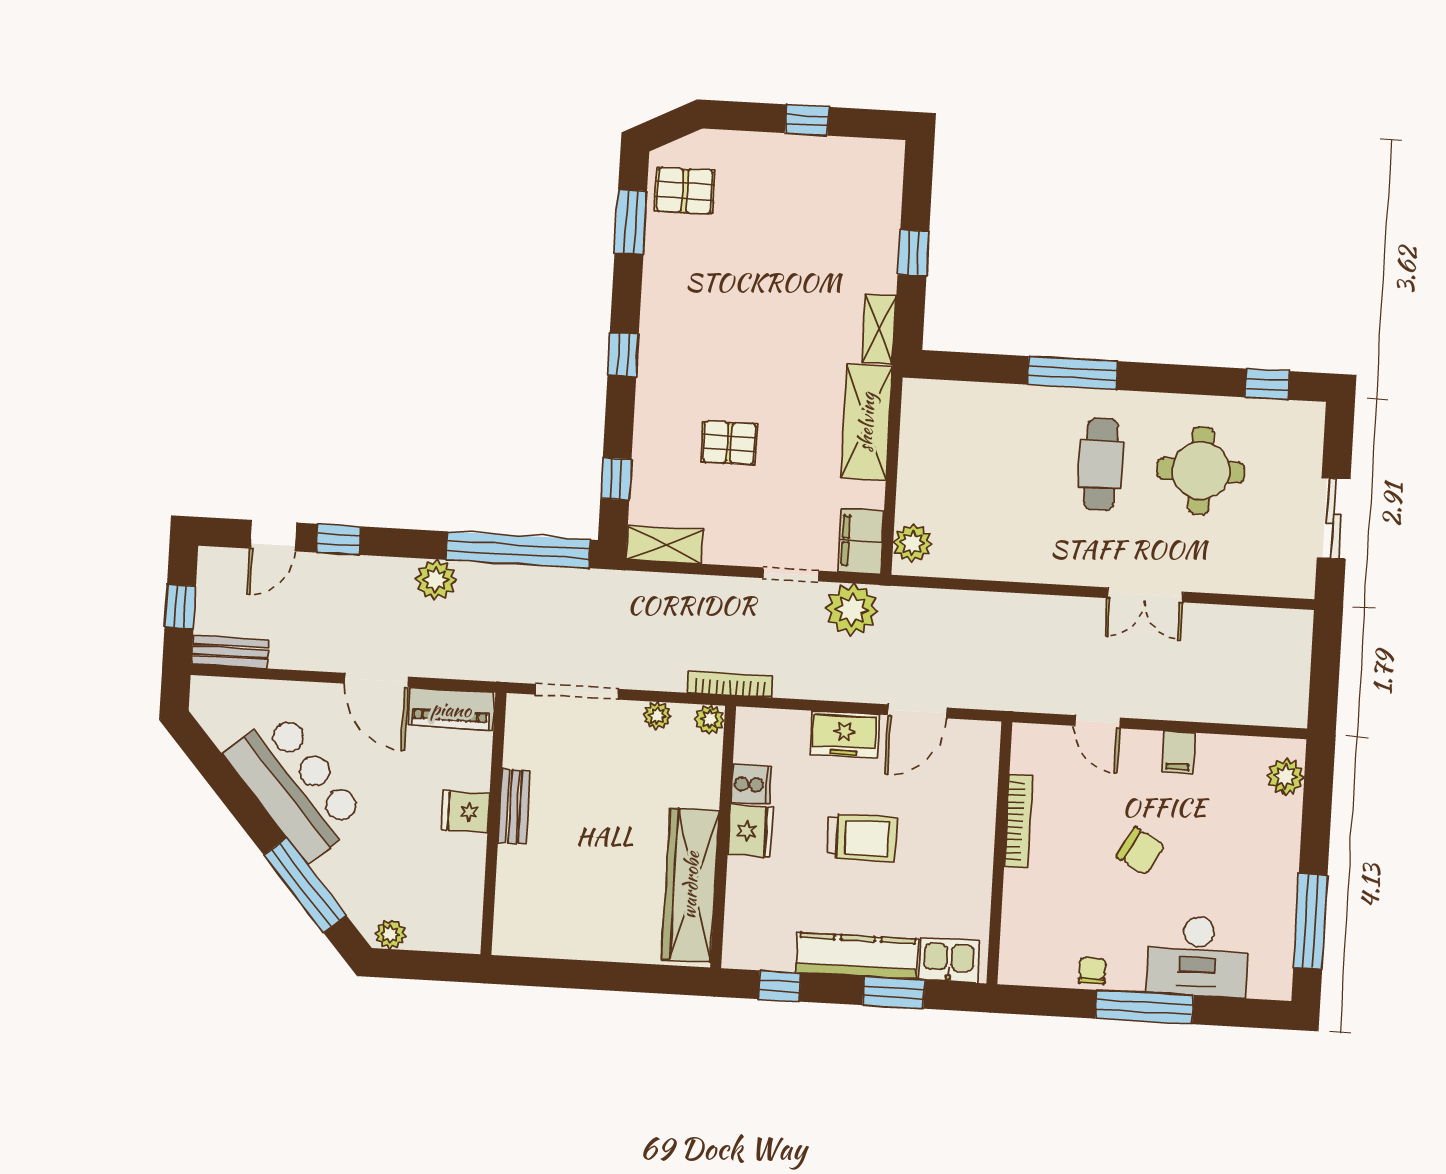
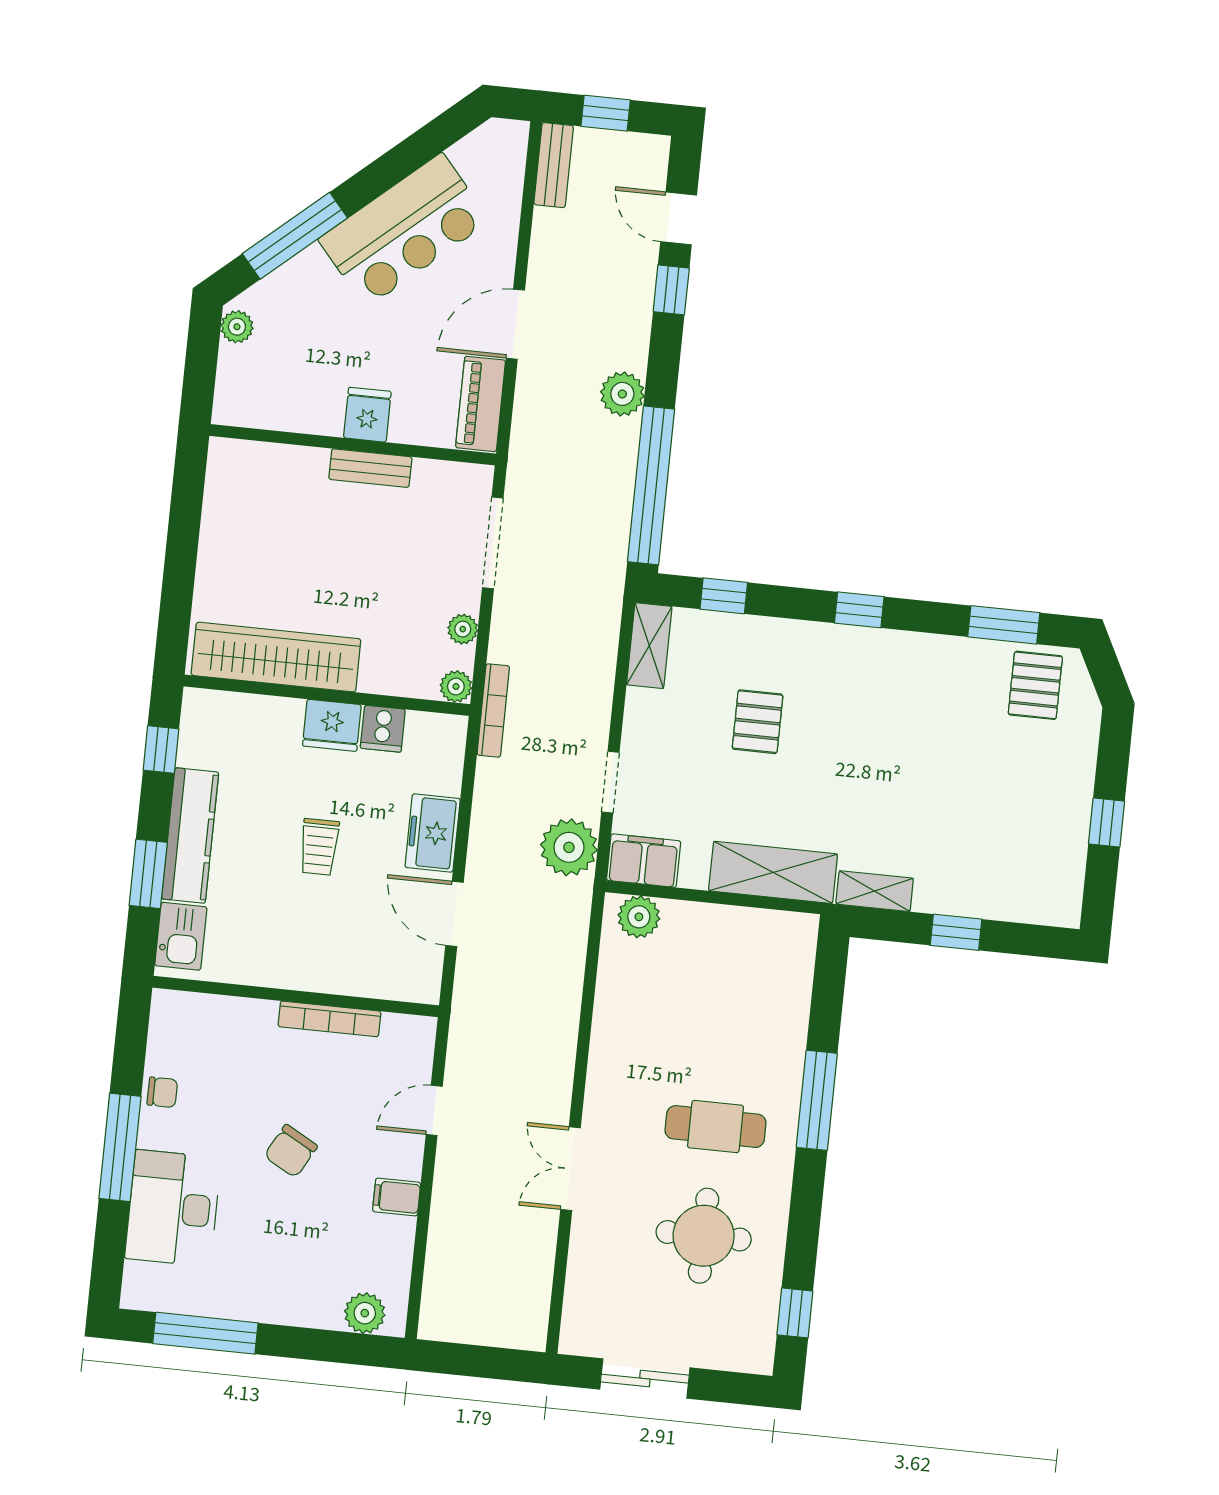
trolley: (862, 838) -> (319, 847), width x0.73, depth x0.72

